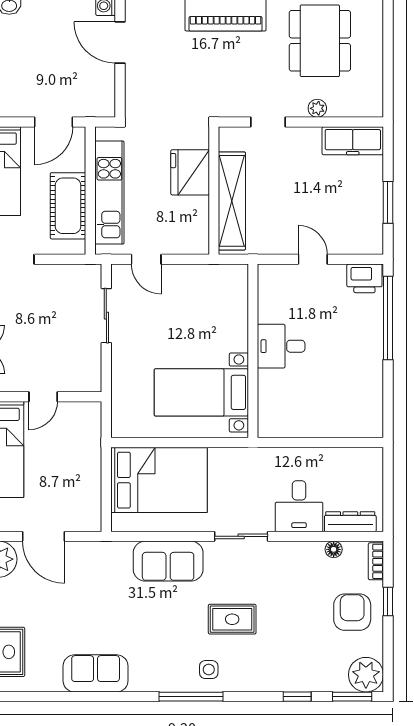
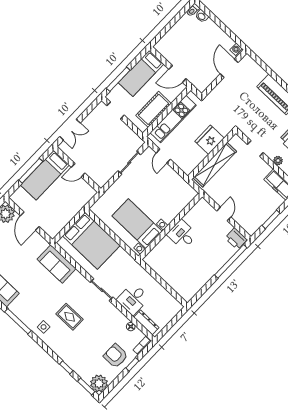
sofa: (168, 561) -> (57, 264), moved
armchair: (352, 612) -> (116, 356), turned -90
window: (191, 697) -> (18, 321), moved

